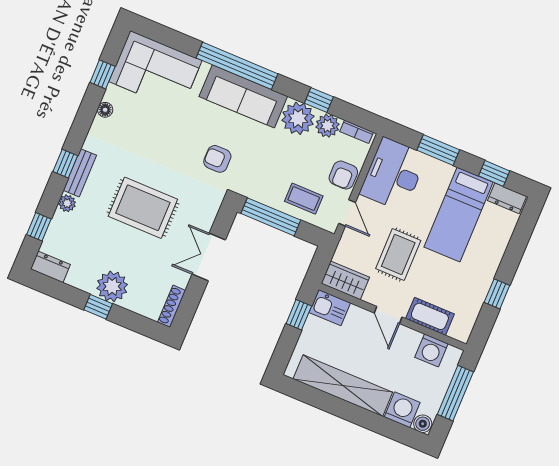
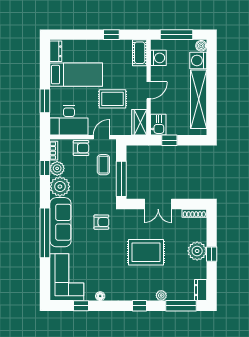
window: (319, 100) -> (45, 168), moved
armchair: (217, 159) -> (101, 222), turned -90
bench: (80, 173) -> (141, 295), removed
window: (494, 173) -> (45, 64), removed
rug: (143, 208) -> (146, 252), turned 90
window: (39, 227) -> (181, 306), width x2.17
cot: (430, 316) -> (140, 53), moved

